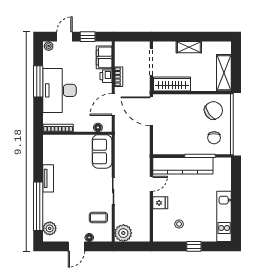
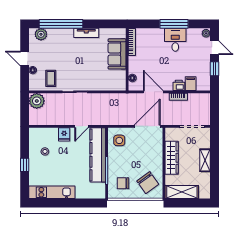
filing cabinet: (104, 57) -> (191, 84), width x0.50
wardrobe: (172, 84) -> (172, 158), moved
desk: (60, 90) -> (175, 40), width x0.53, depth x0.77
side table: (167, 142) -> (119, 140), added
sofa: (102, 151) -> (117, 54), moved, turned -90
door: (151, 184) -> (81, 126), hinge flipped

